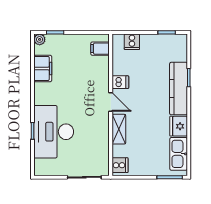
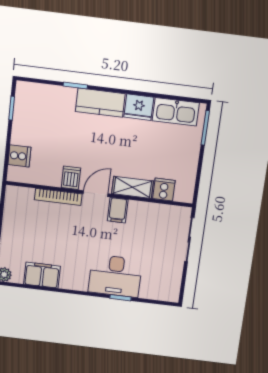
filing cabinet: (100, 49) -> (118, 210), moved
bookcase: (105, 74) -> (58, 197), added
kitchen counter: (179, 89) -> (100, 103), width x0.67
desk: (54, 132) -> (115, 276), width x0.73, depth x0.77
cooker: (120, 165) -> (164, 190), moved

